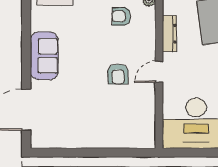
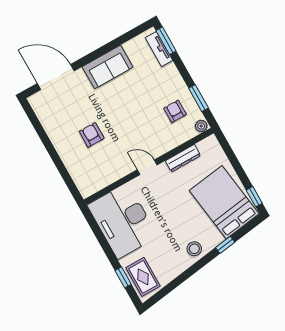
armchair: (118, 74) -> (92, 135), moved, turned 90

